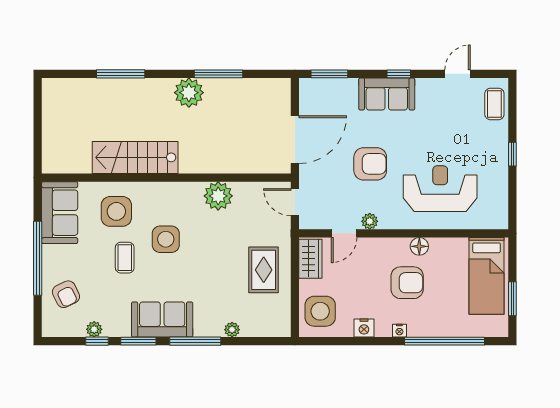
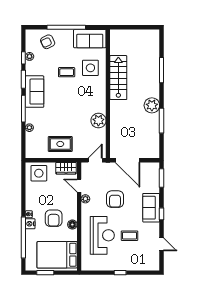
coffee table: (494, 104) -> (130, 236), moved
side table: (166, 239) -> (76, 93), removed
bed: (487, 276) -> (57, 255), width x1.50
nightstand: (364, 328) -> (30, 224), moved

